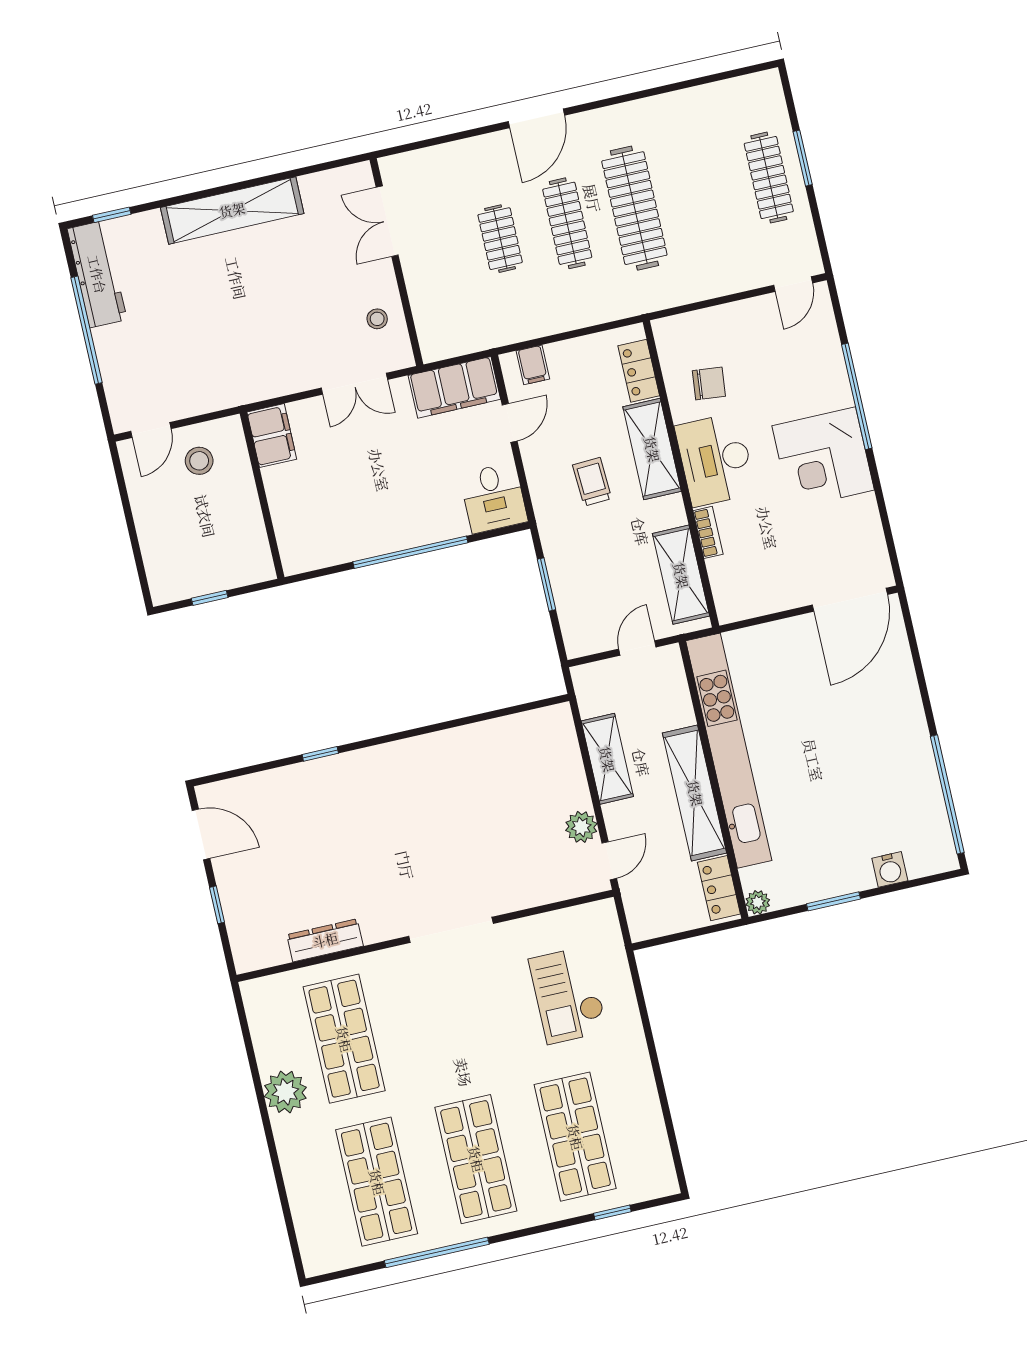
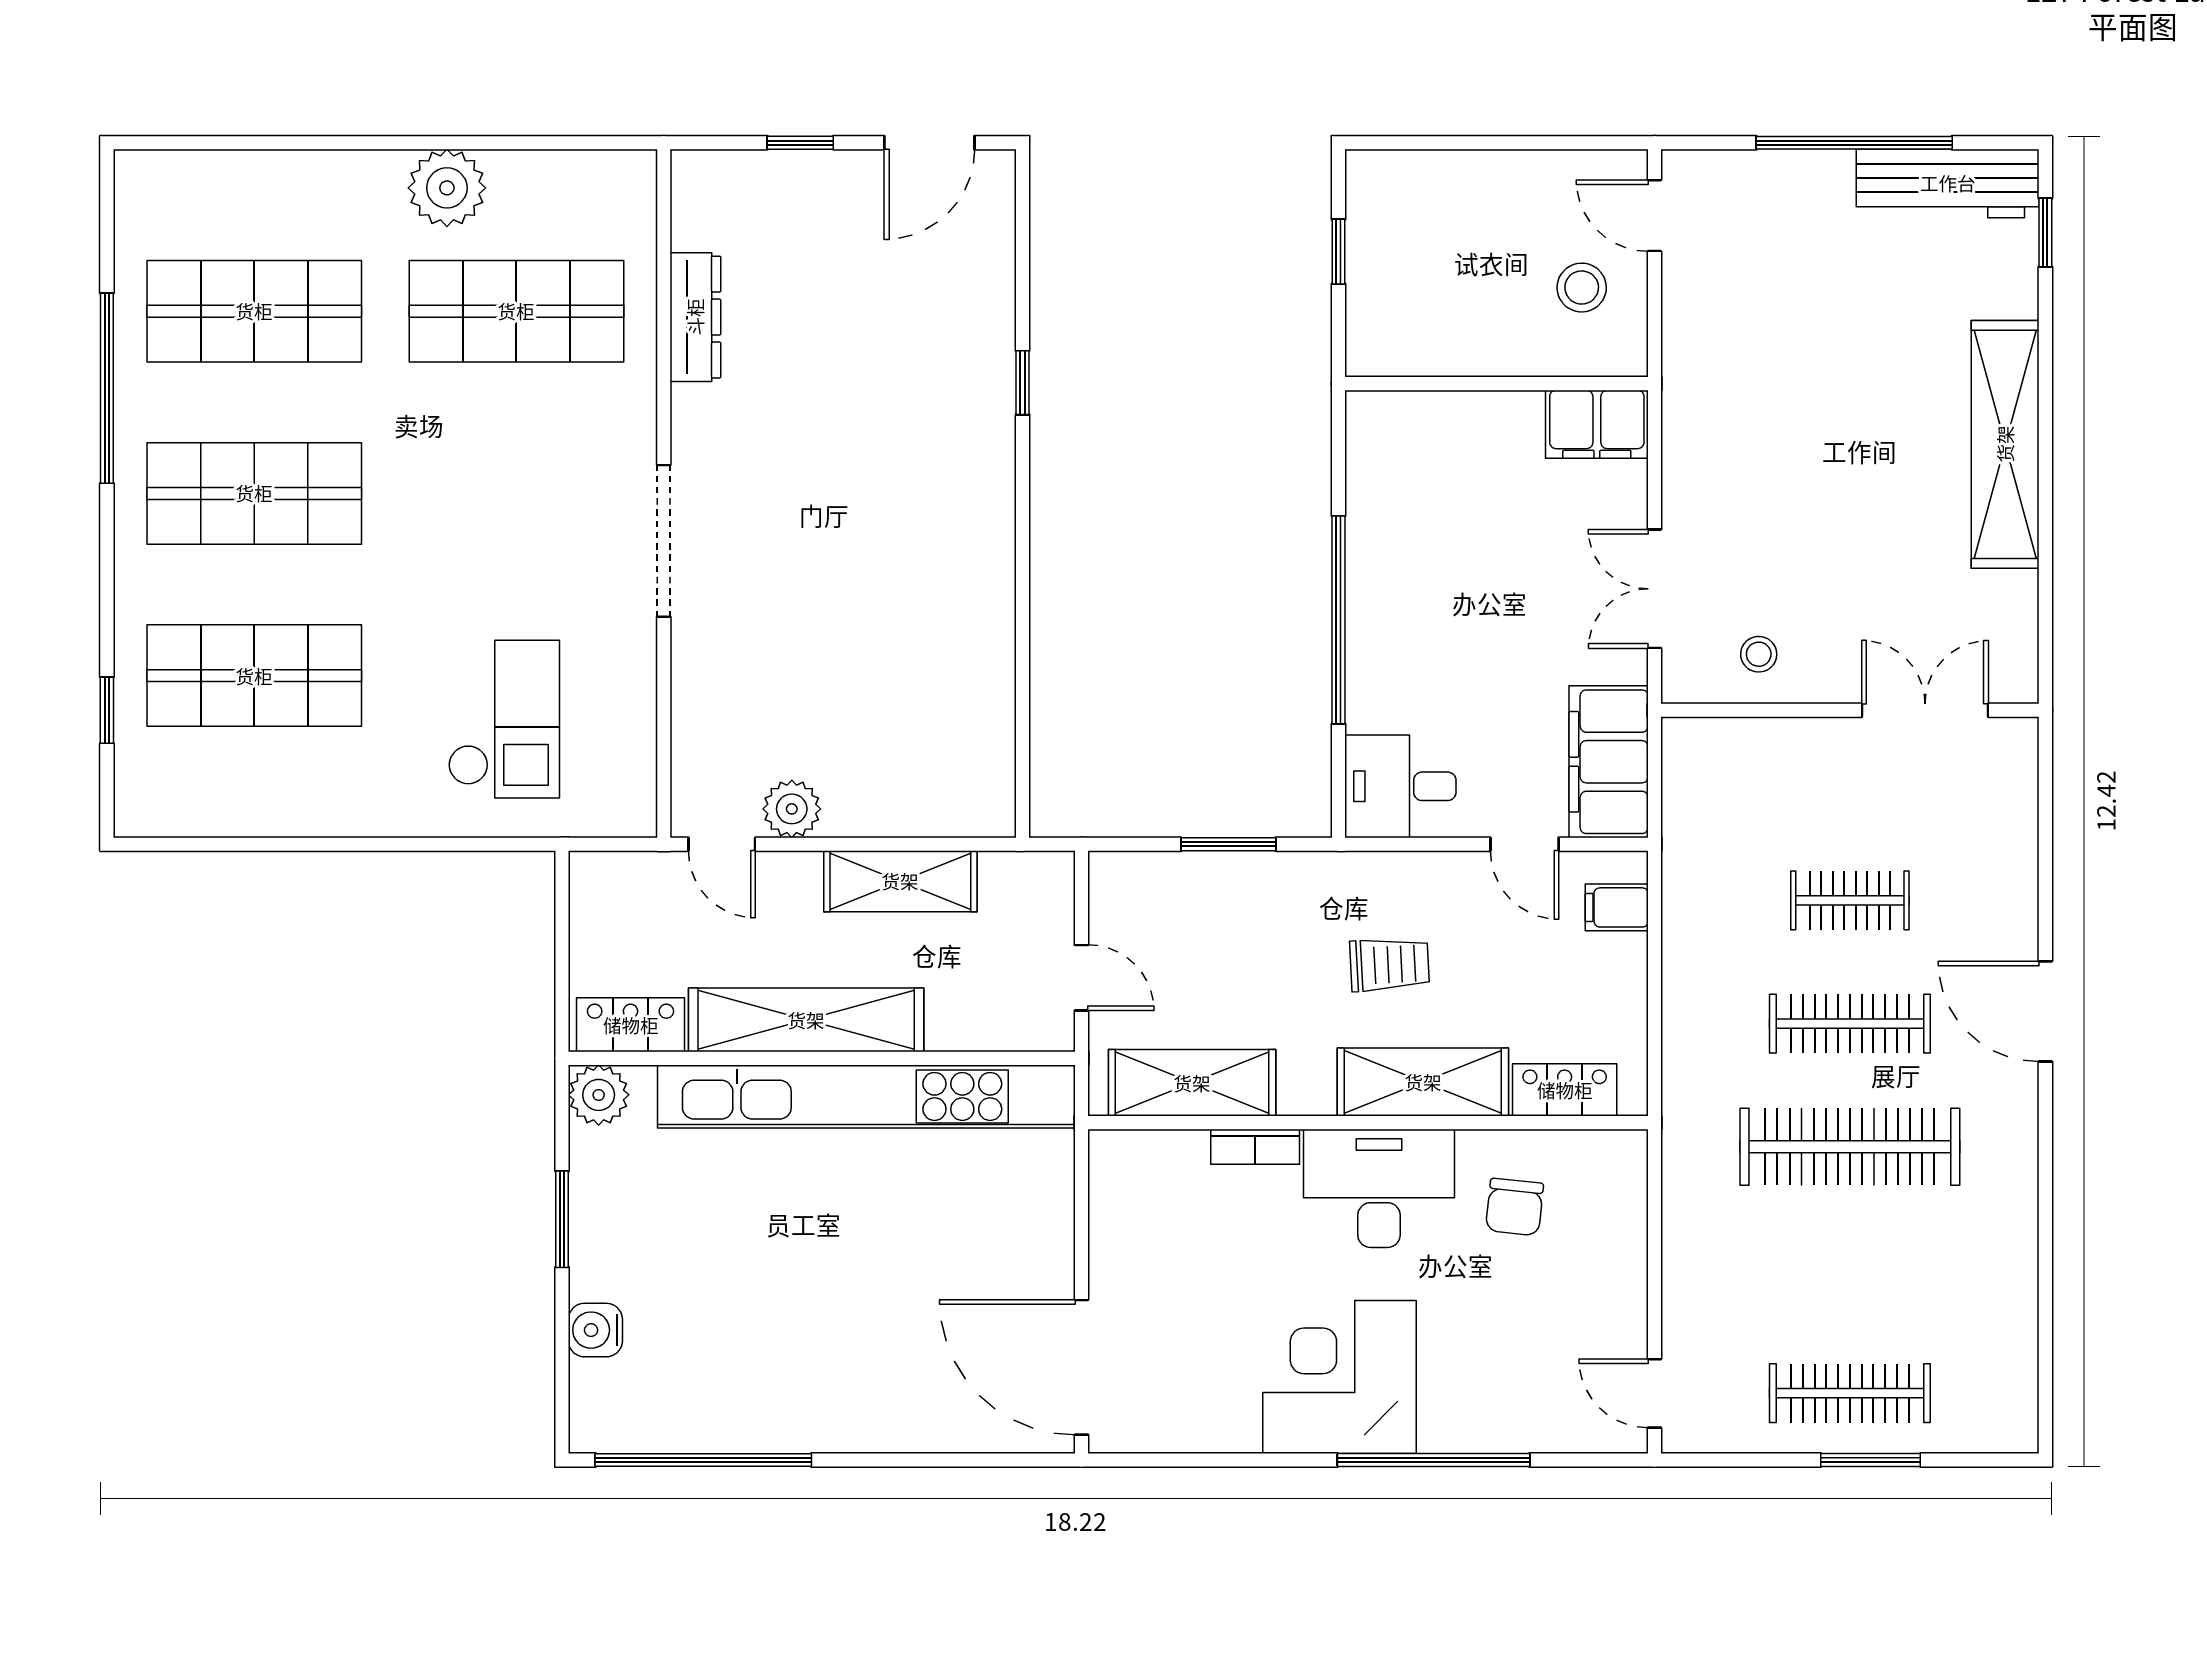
plant: (758, 902) -> (599, 1095), width x1.38, depth x1.38
checkout: (568, 995) -> (504, 719), turned 90

